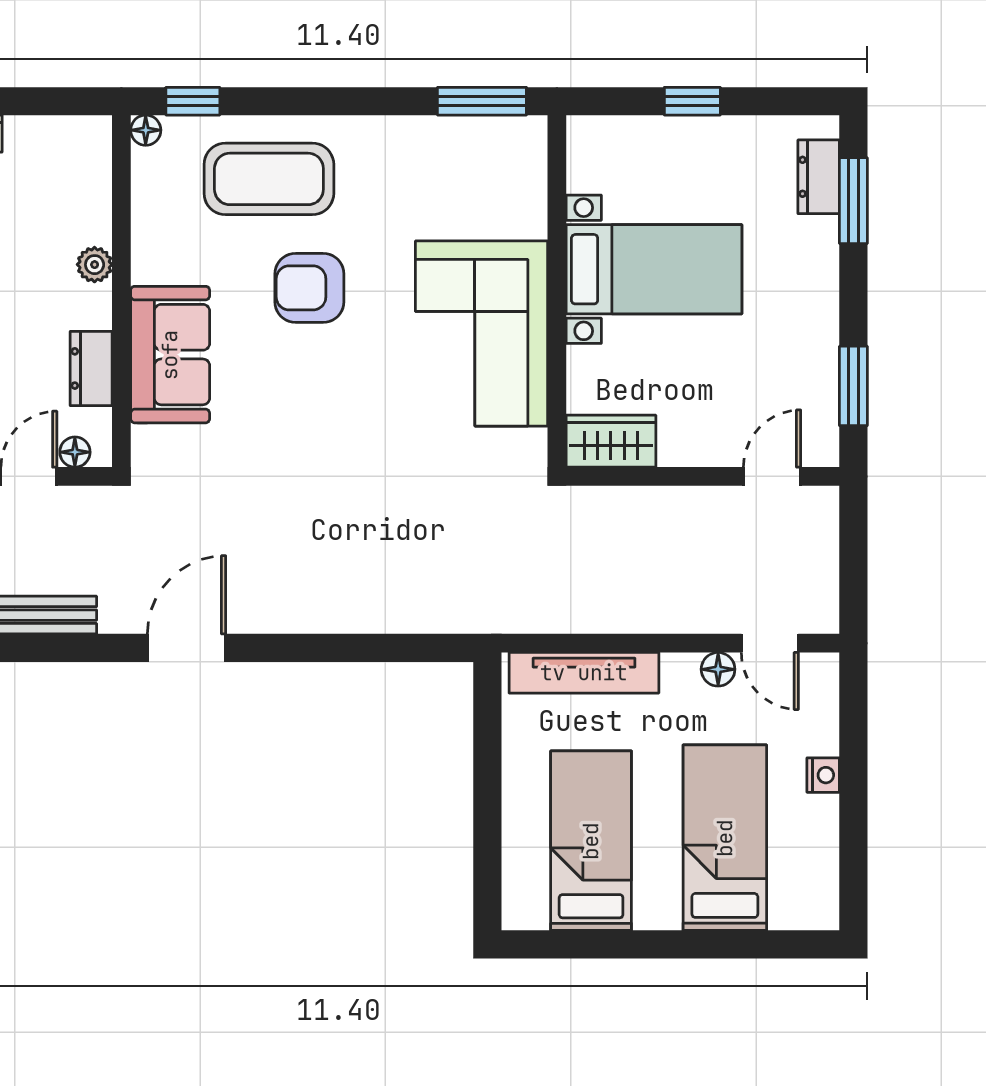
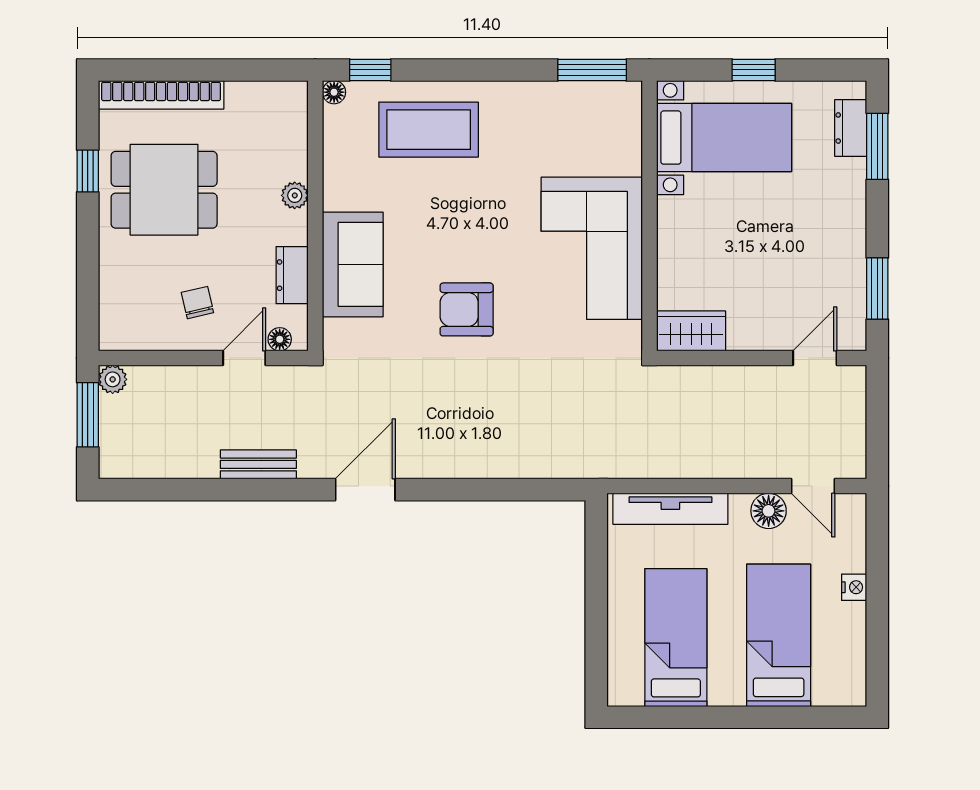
bed with nightstands: (654, 269) -> (724, 138), moved
armchair: (309, 288) -> (467, 309), moved
floor lamp: (718, 669) -> (769, 511), width x1.37, depth x1.37

